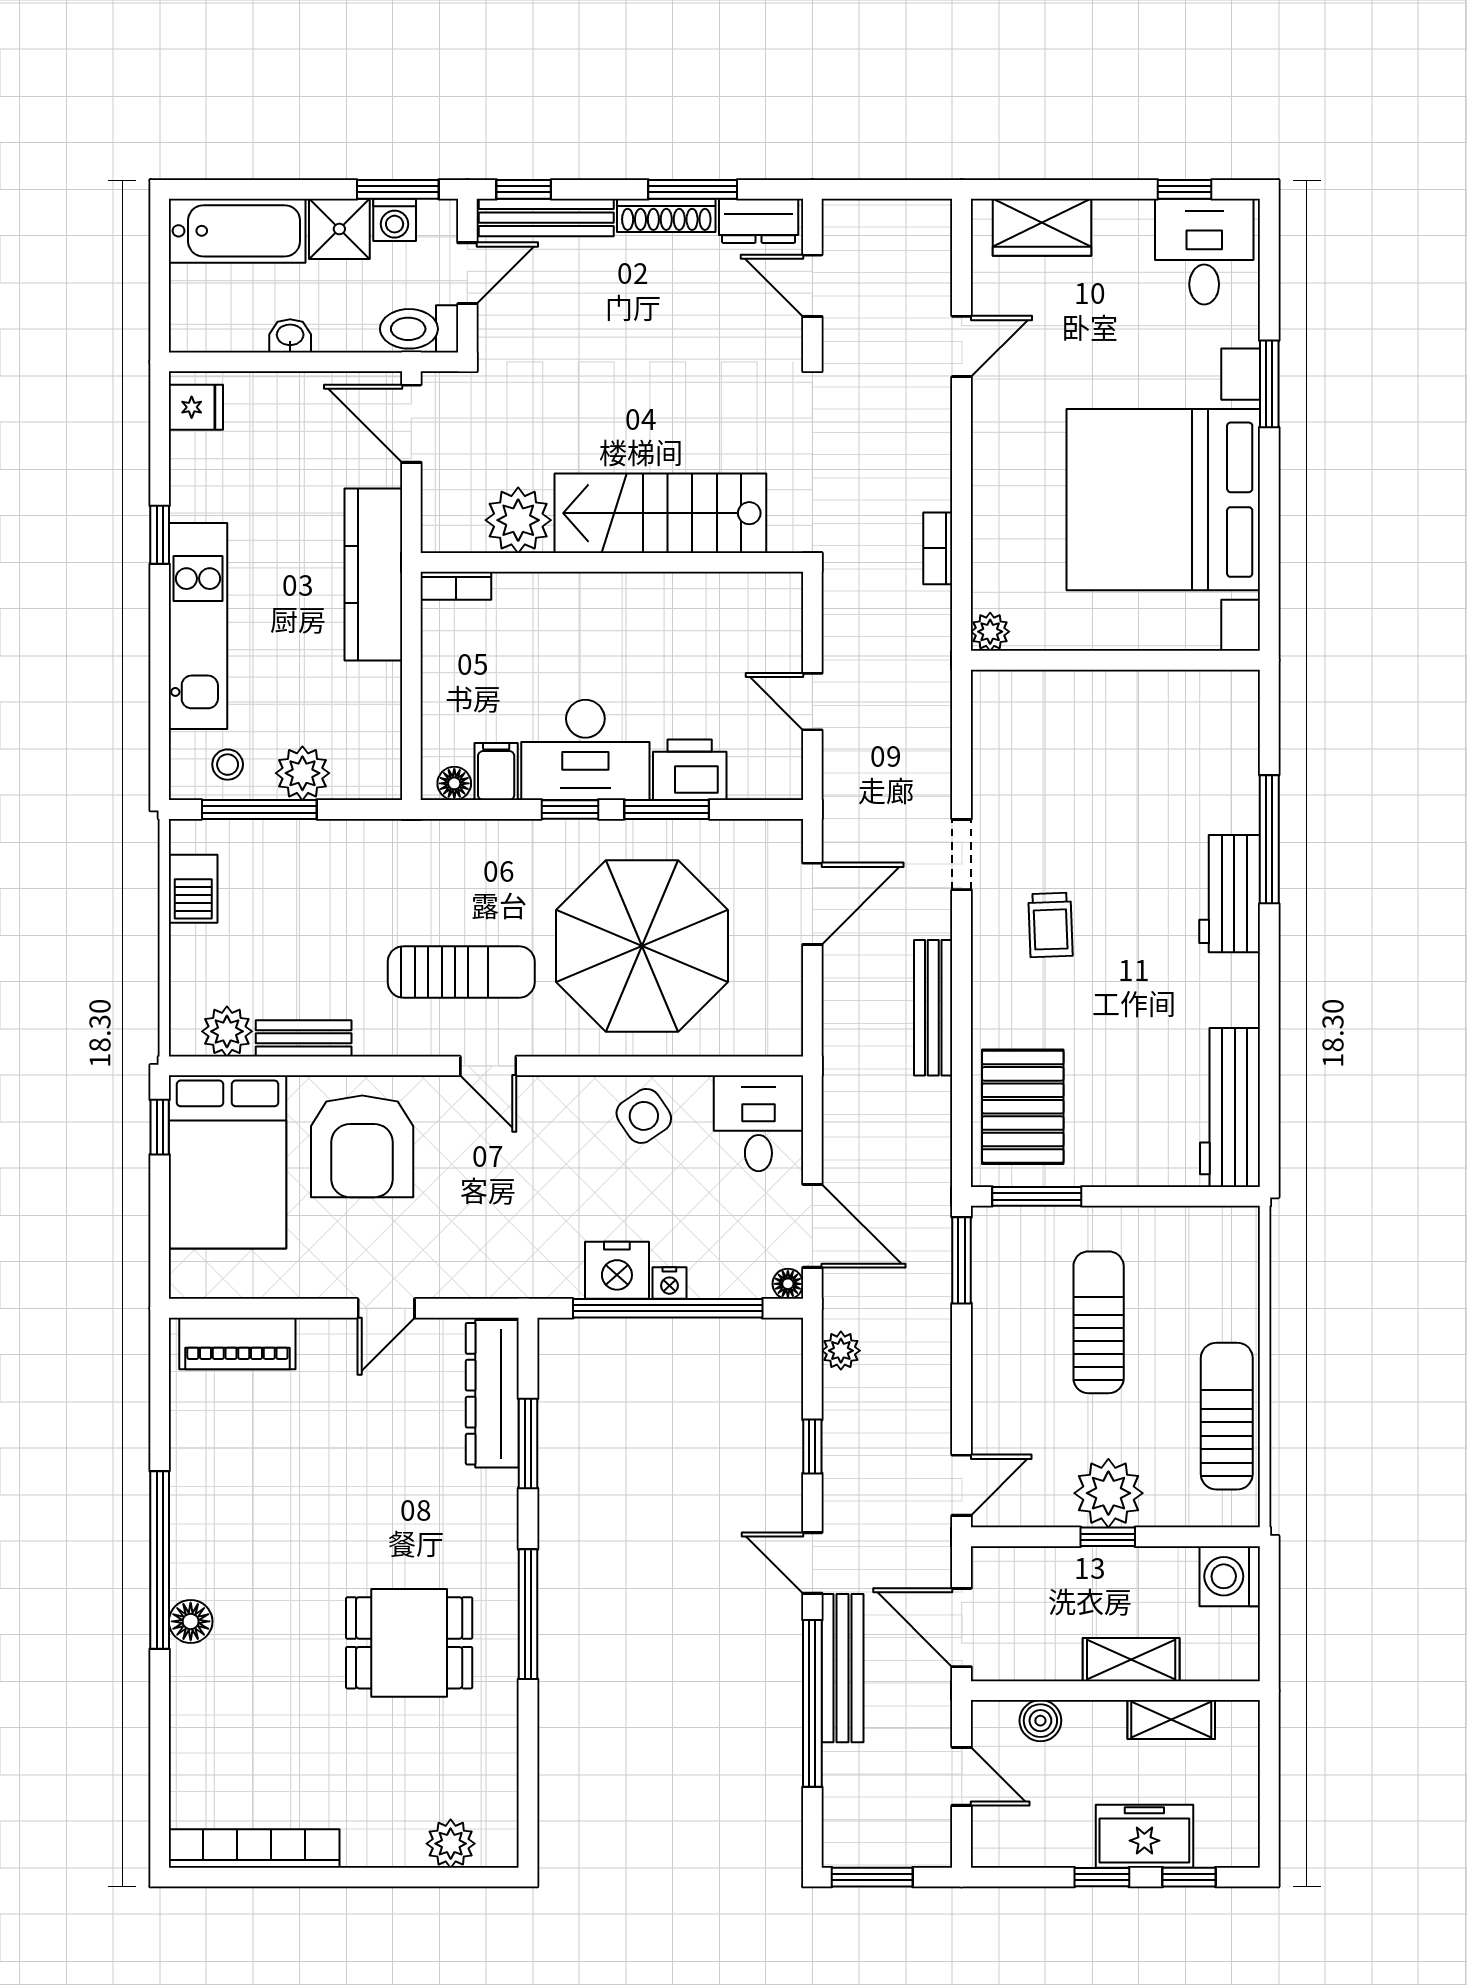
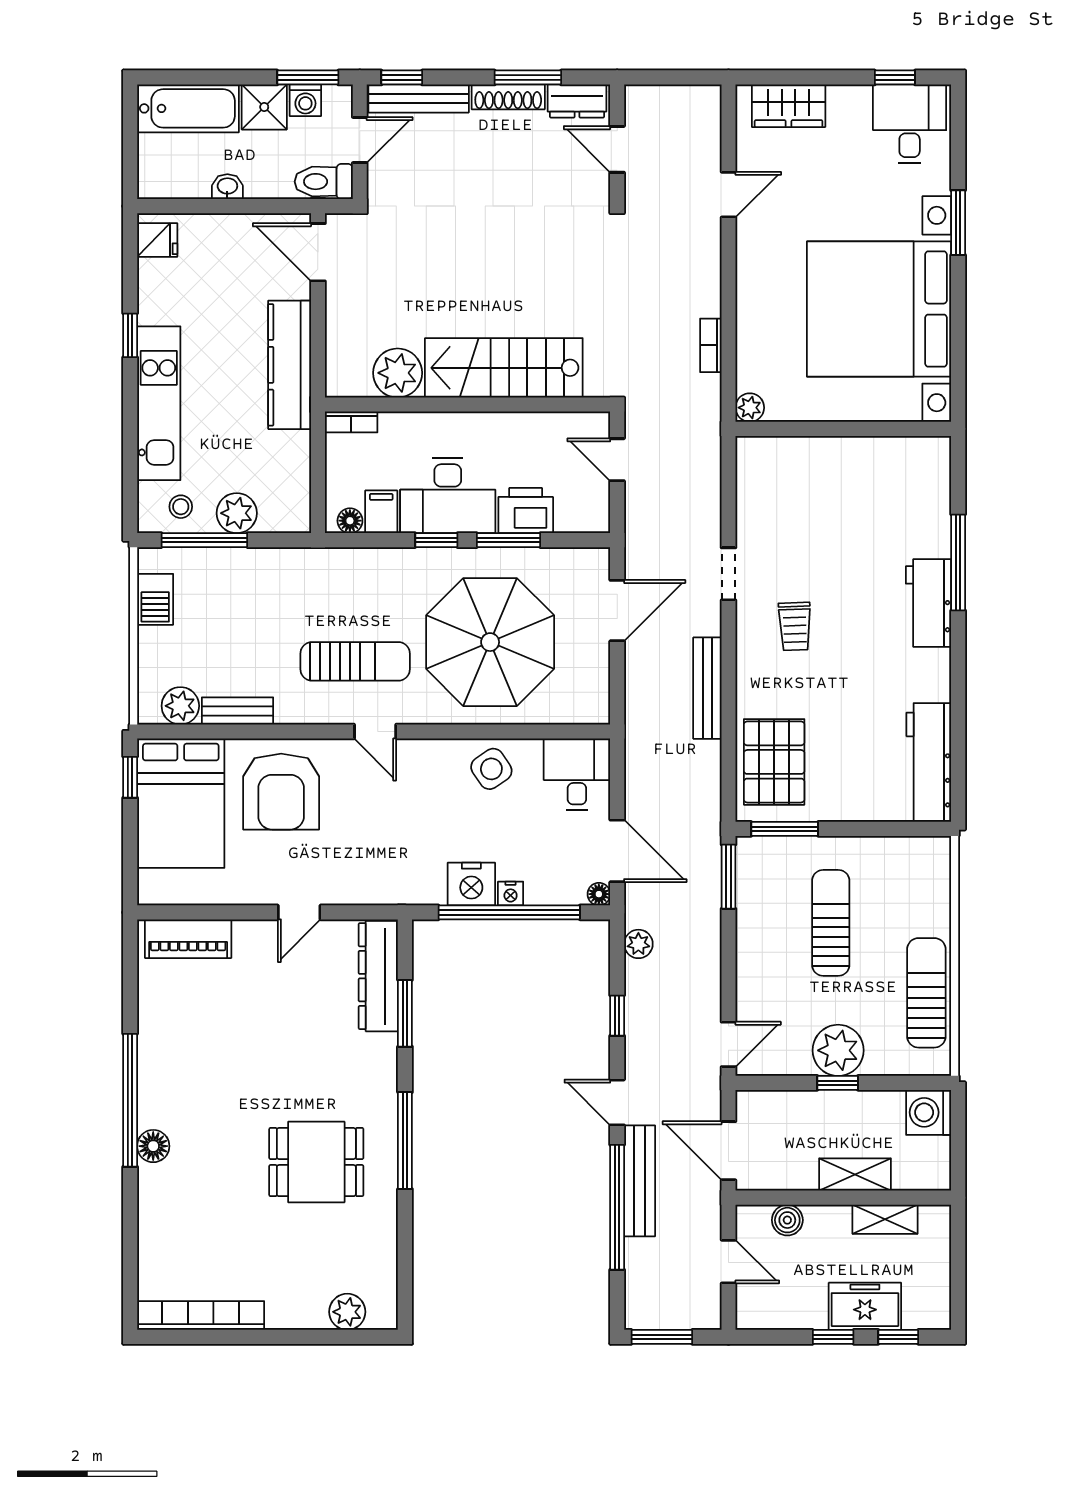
stairs: (660, 513) -> (504, 368), moved
plant: (518, 520) -> (398, 373), moved
wall: (612, 562) -> (468, 404), moved
bookcase: (456, 586) -> (351, 422), moved

